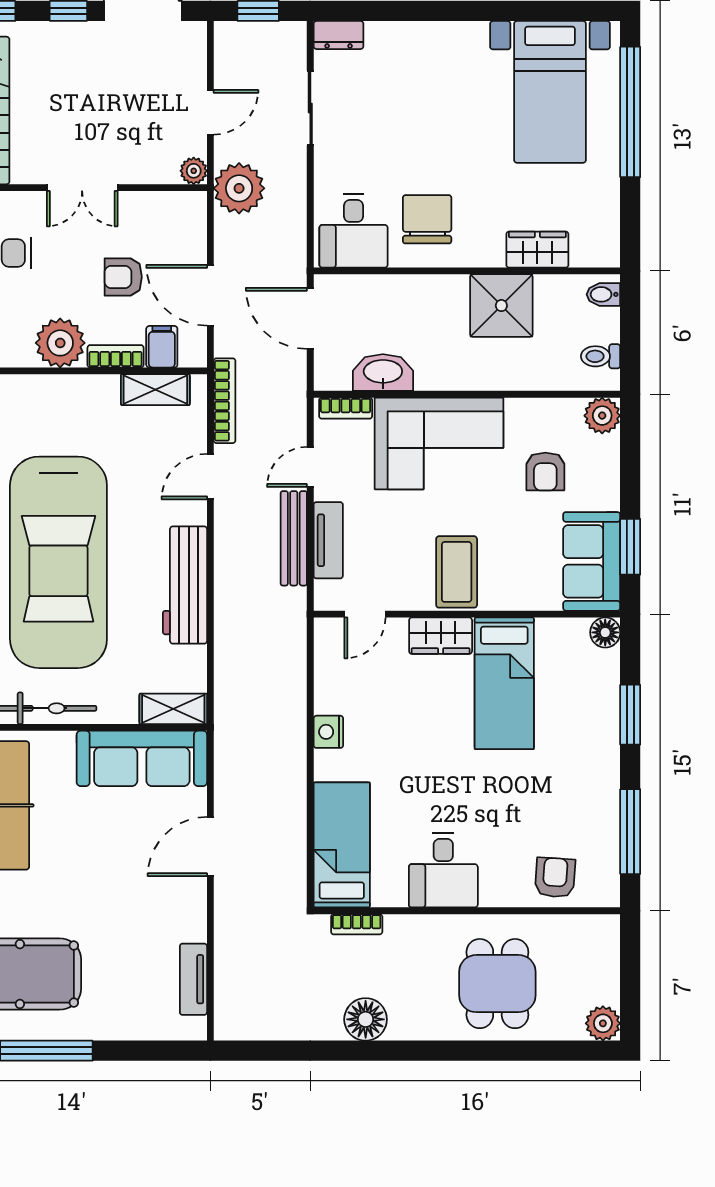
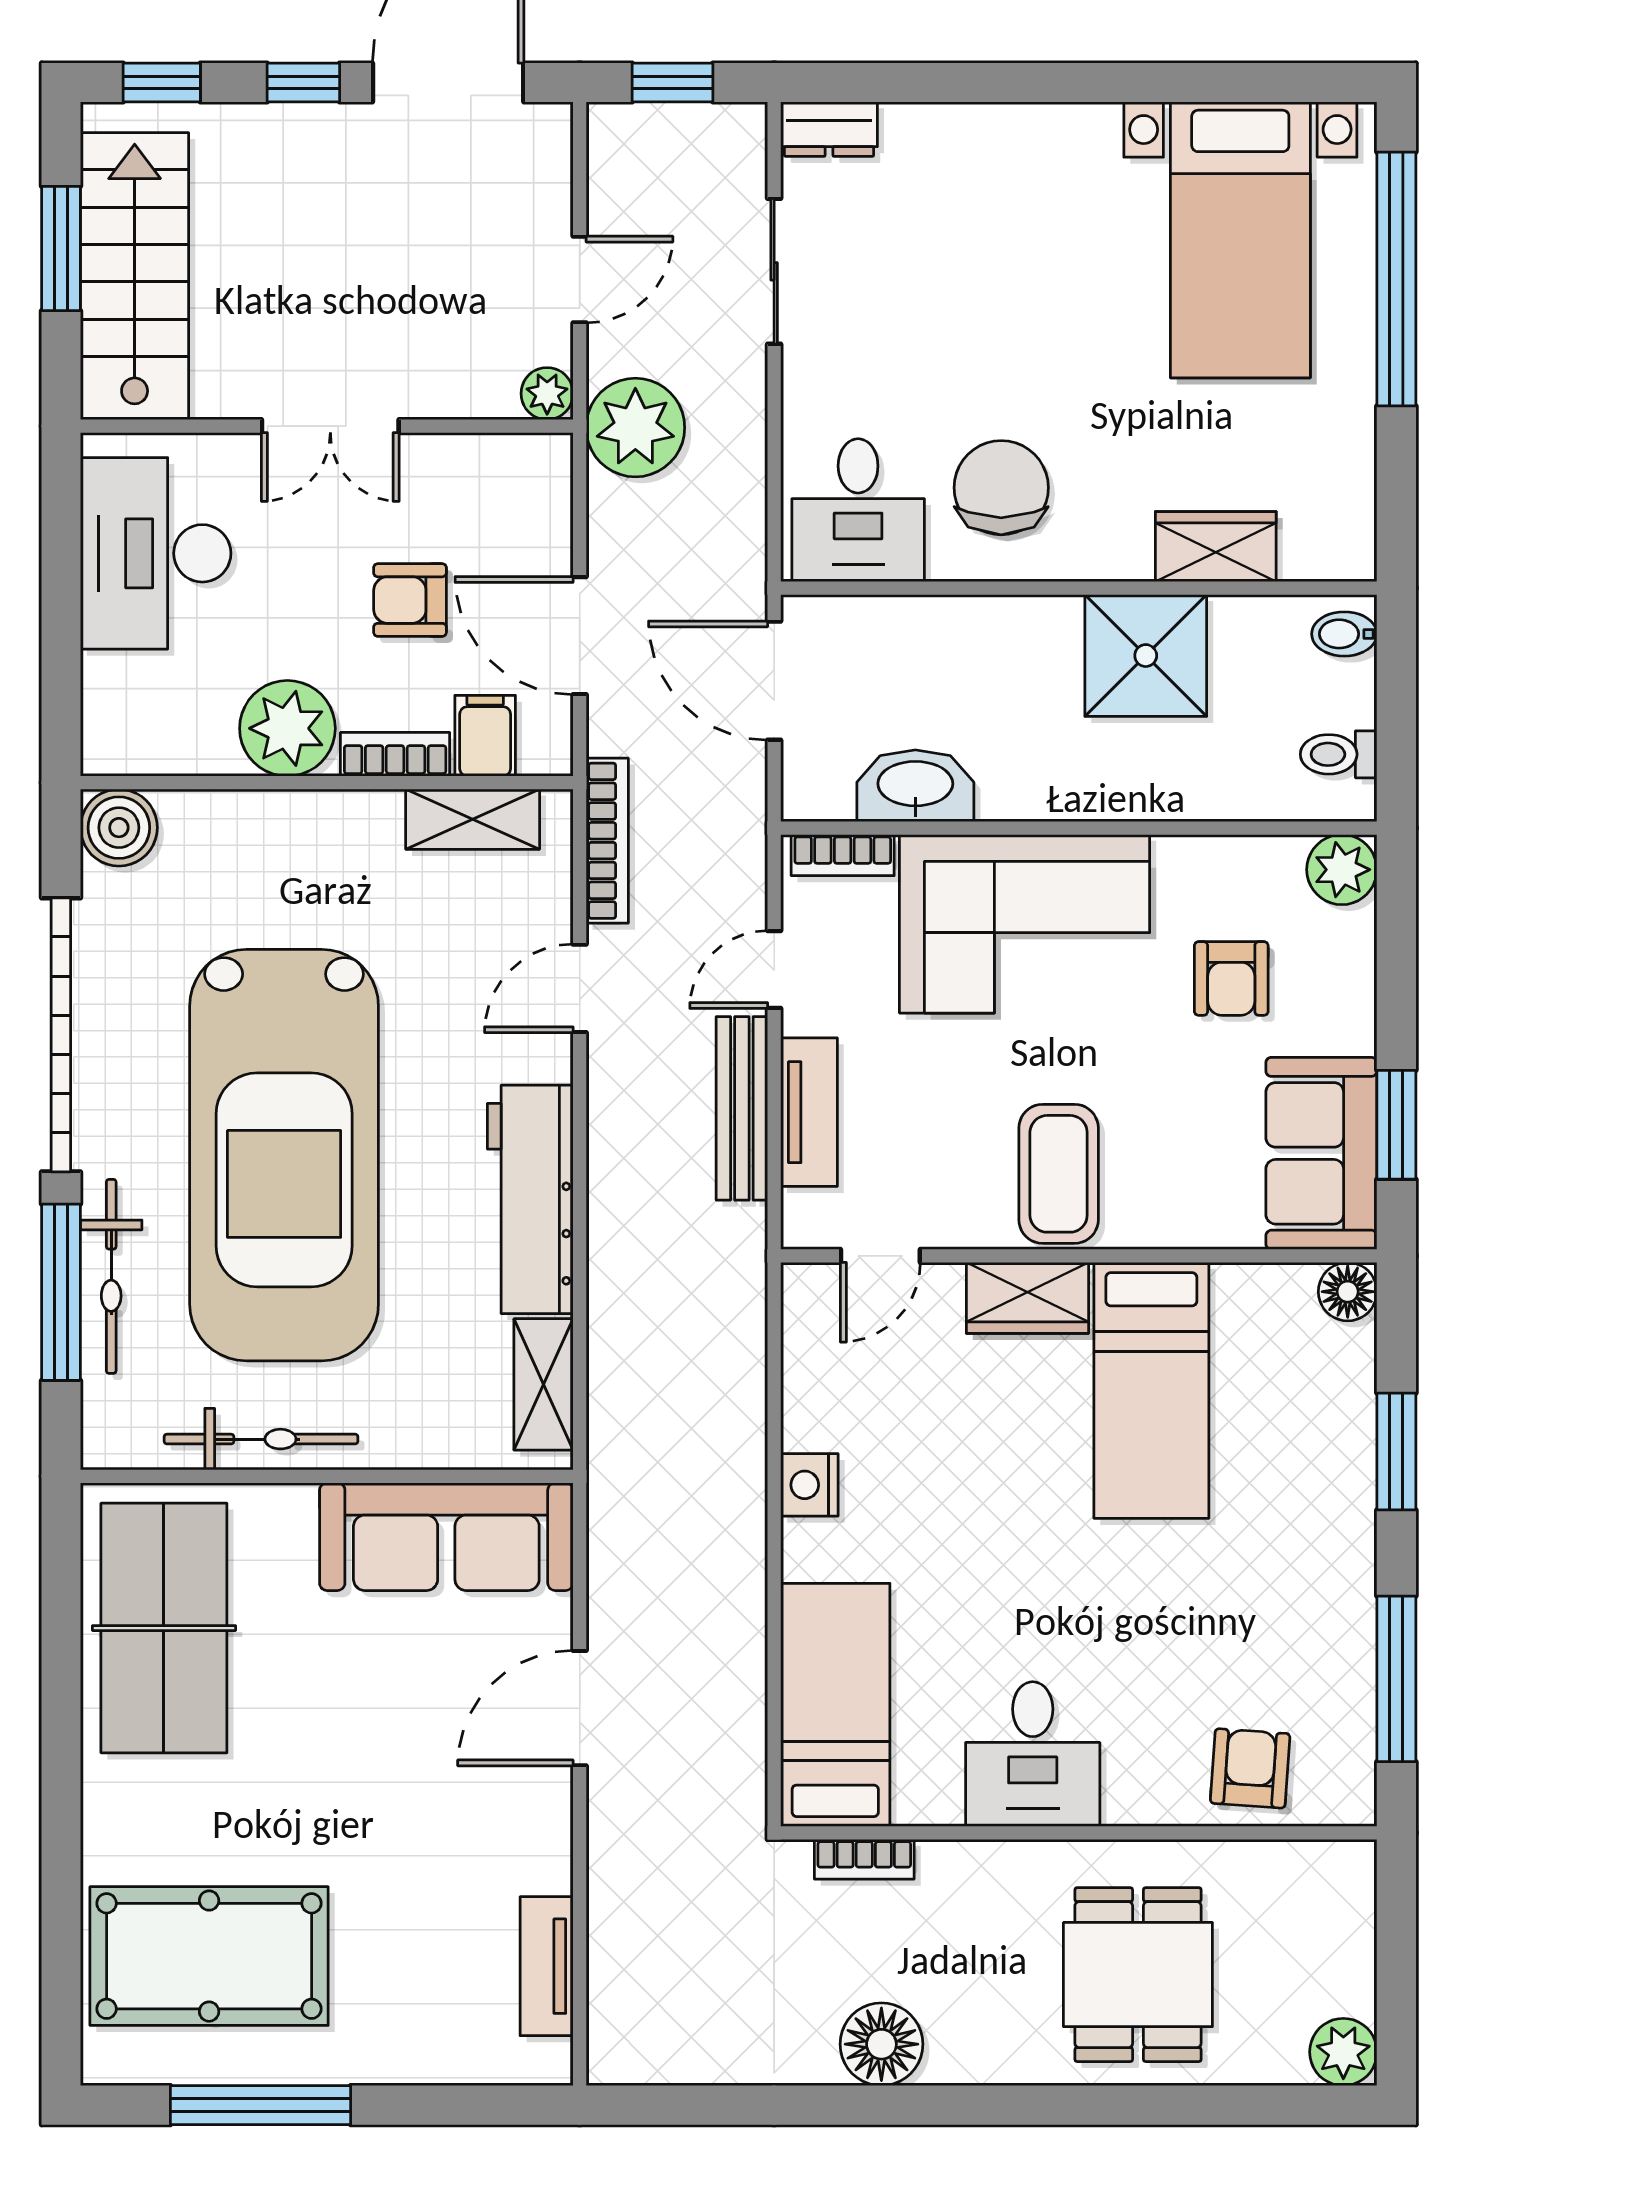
shelving: (173, 709) -> (544, 1384), moved, turned 90

